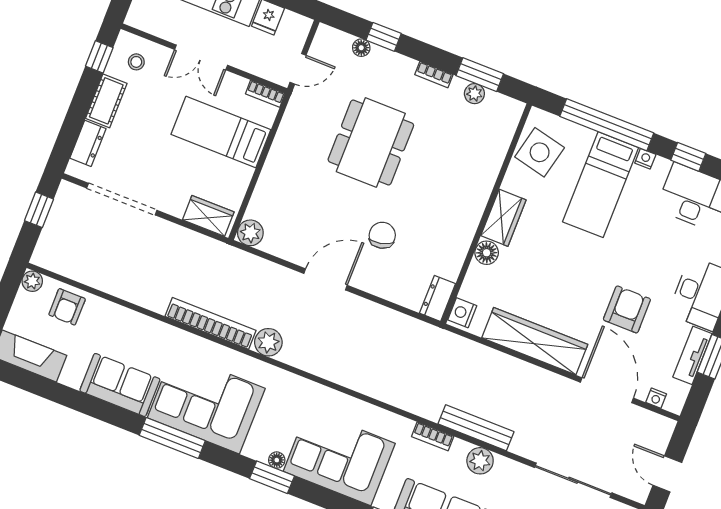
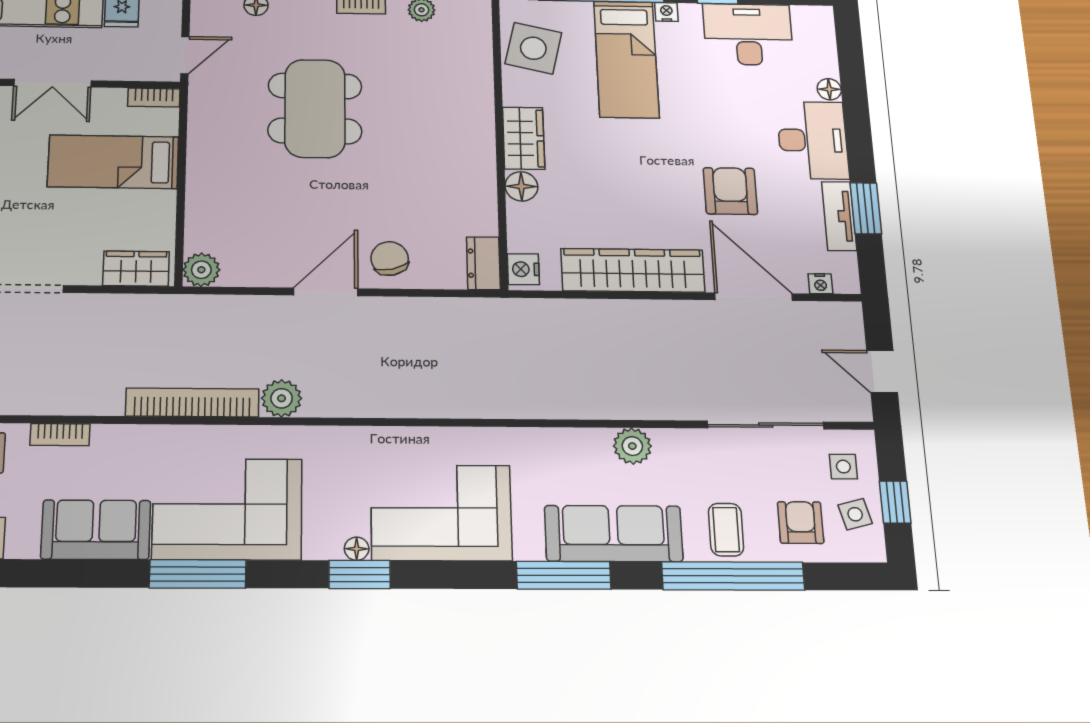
chair: (382, 235) -> (390, 259), moved
bench: (476, 428) -> (607, 406), removed
bookcase: (433, 436) -> (60, 435), moved

